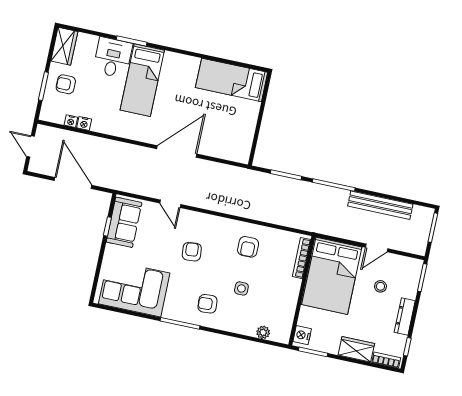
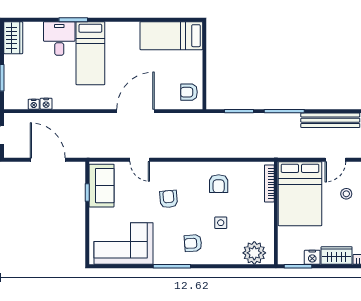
armchair: (66, 84) -> (189, 92), moved
plant: (263, 332) -> (254, 253), width x1.87, depth x1.87
nightstand: (302, 335) -> (312, 257), moved, turned -90

